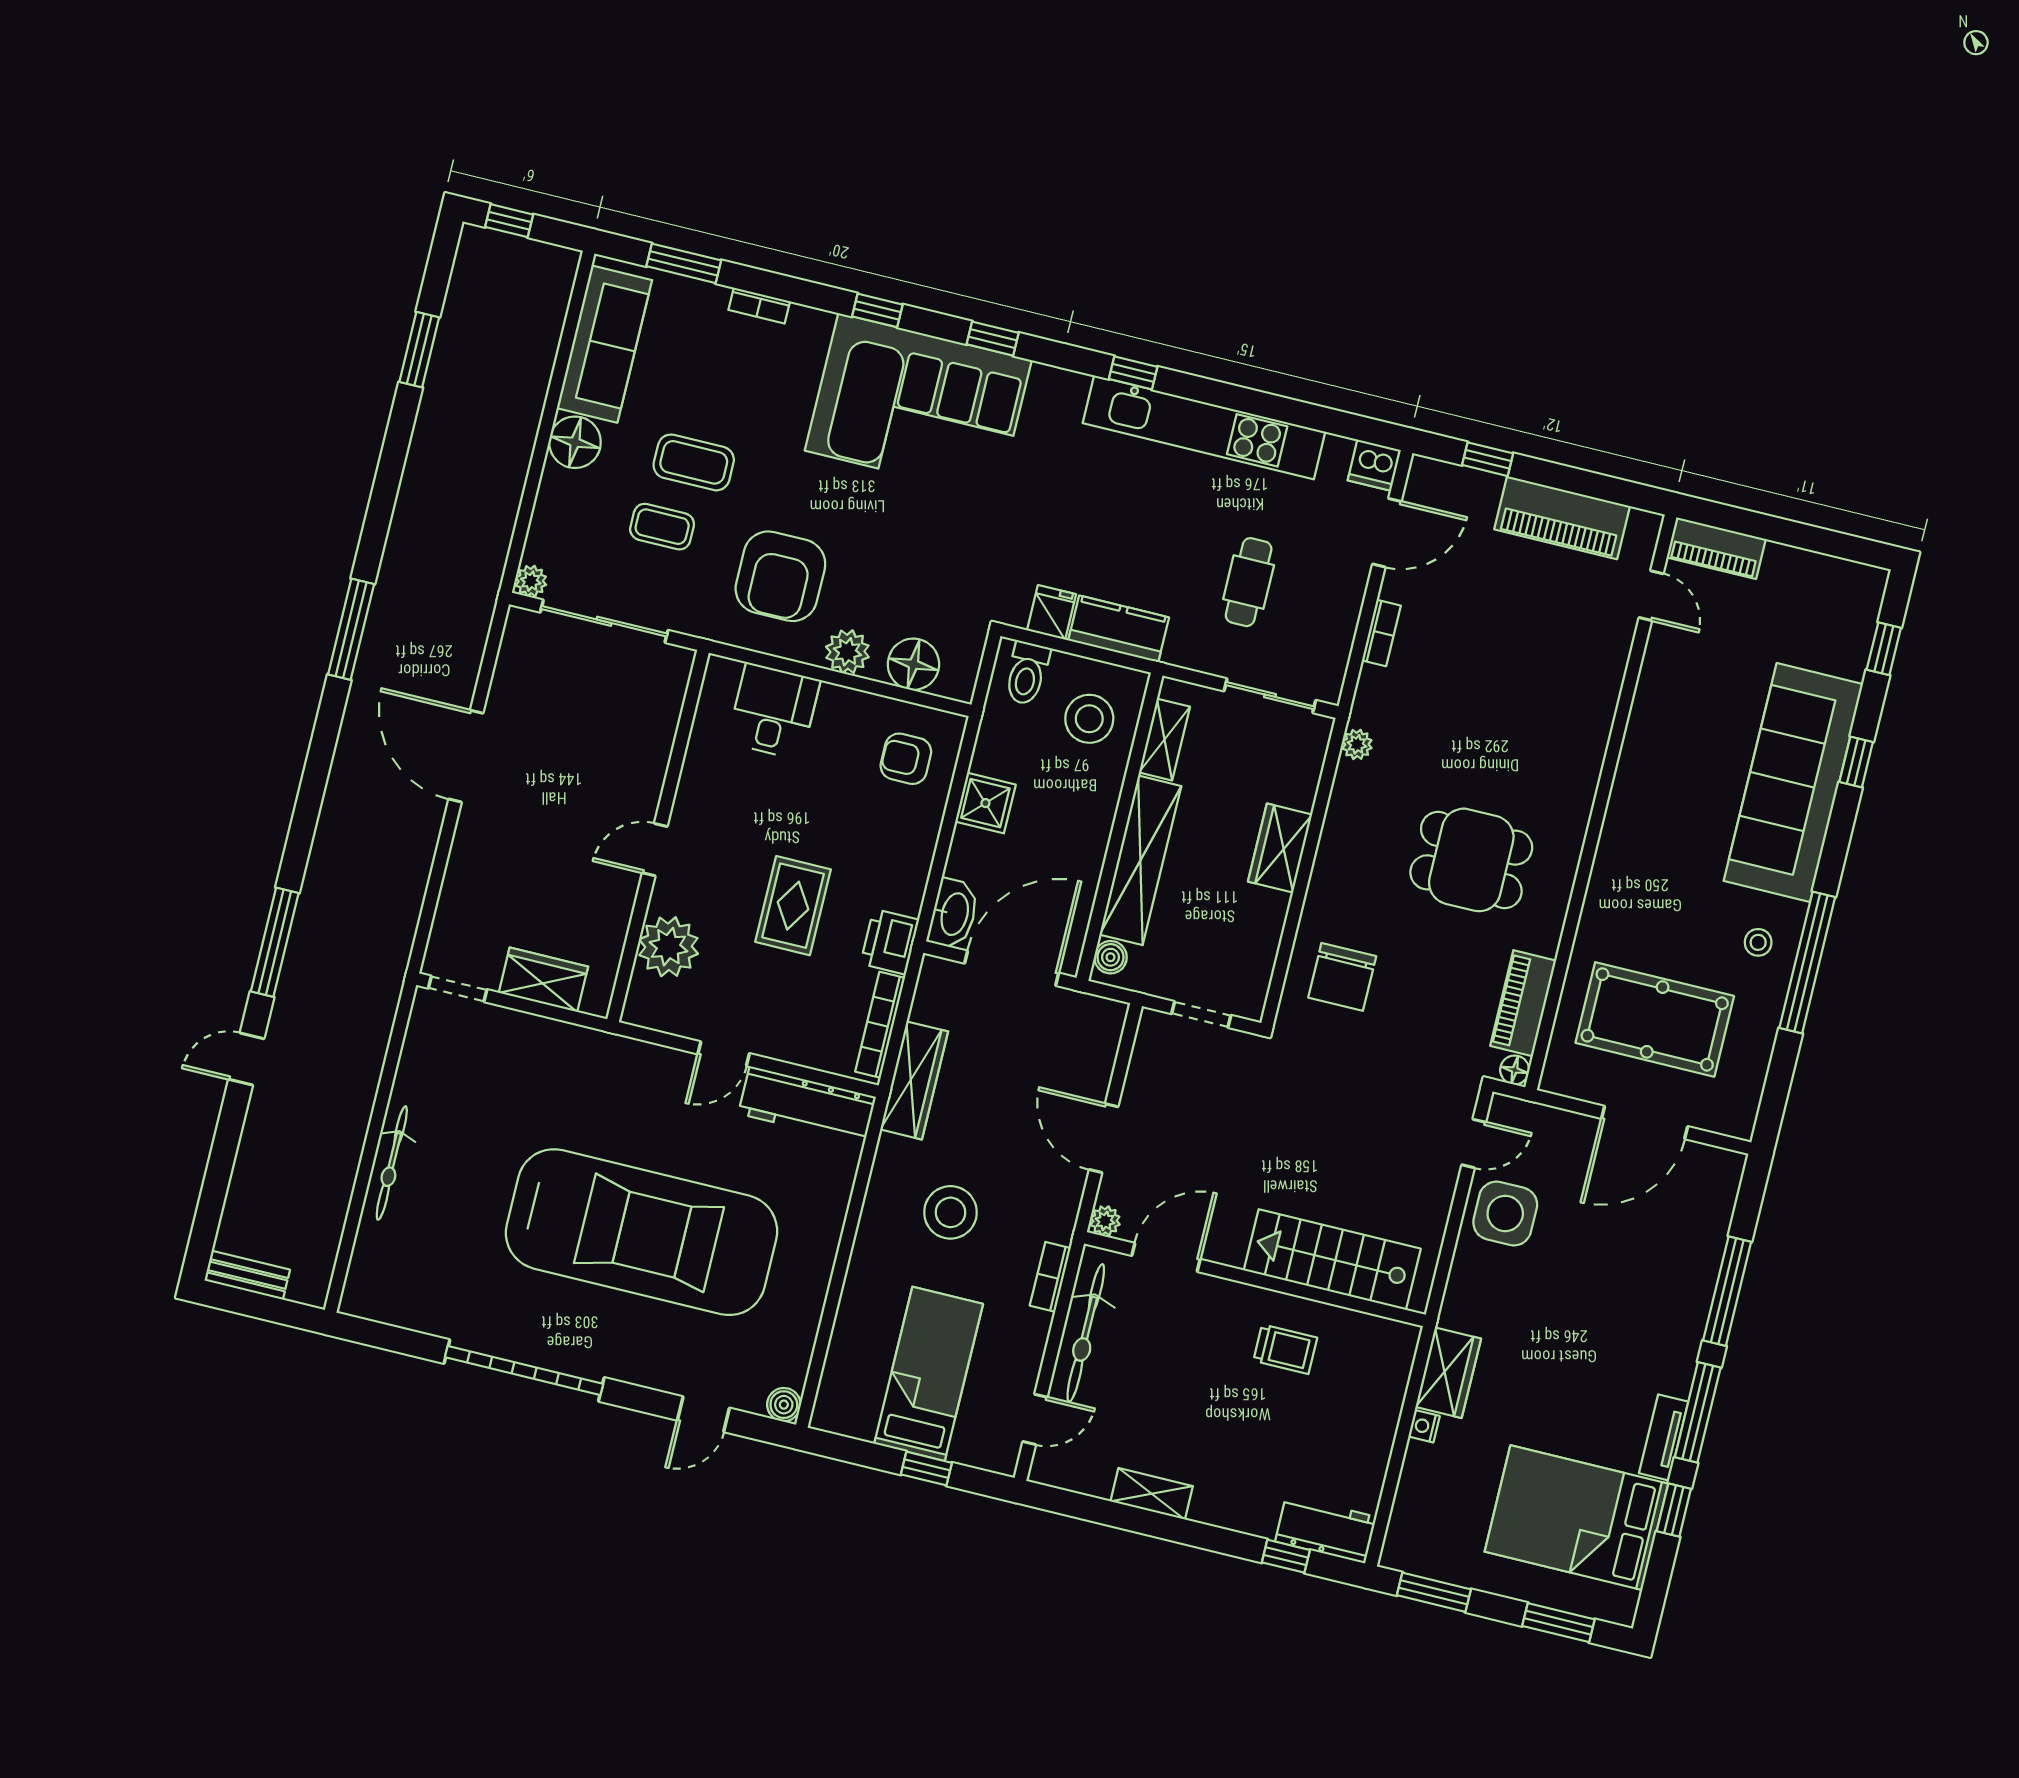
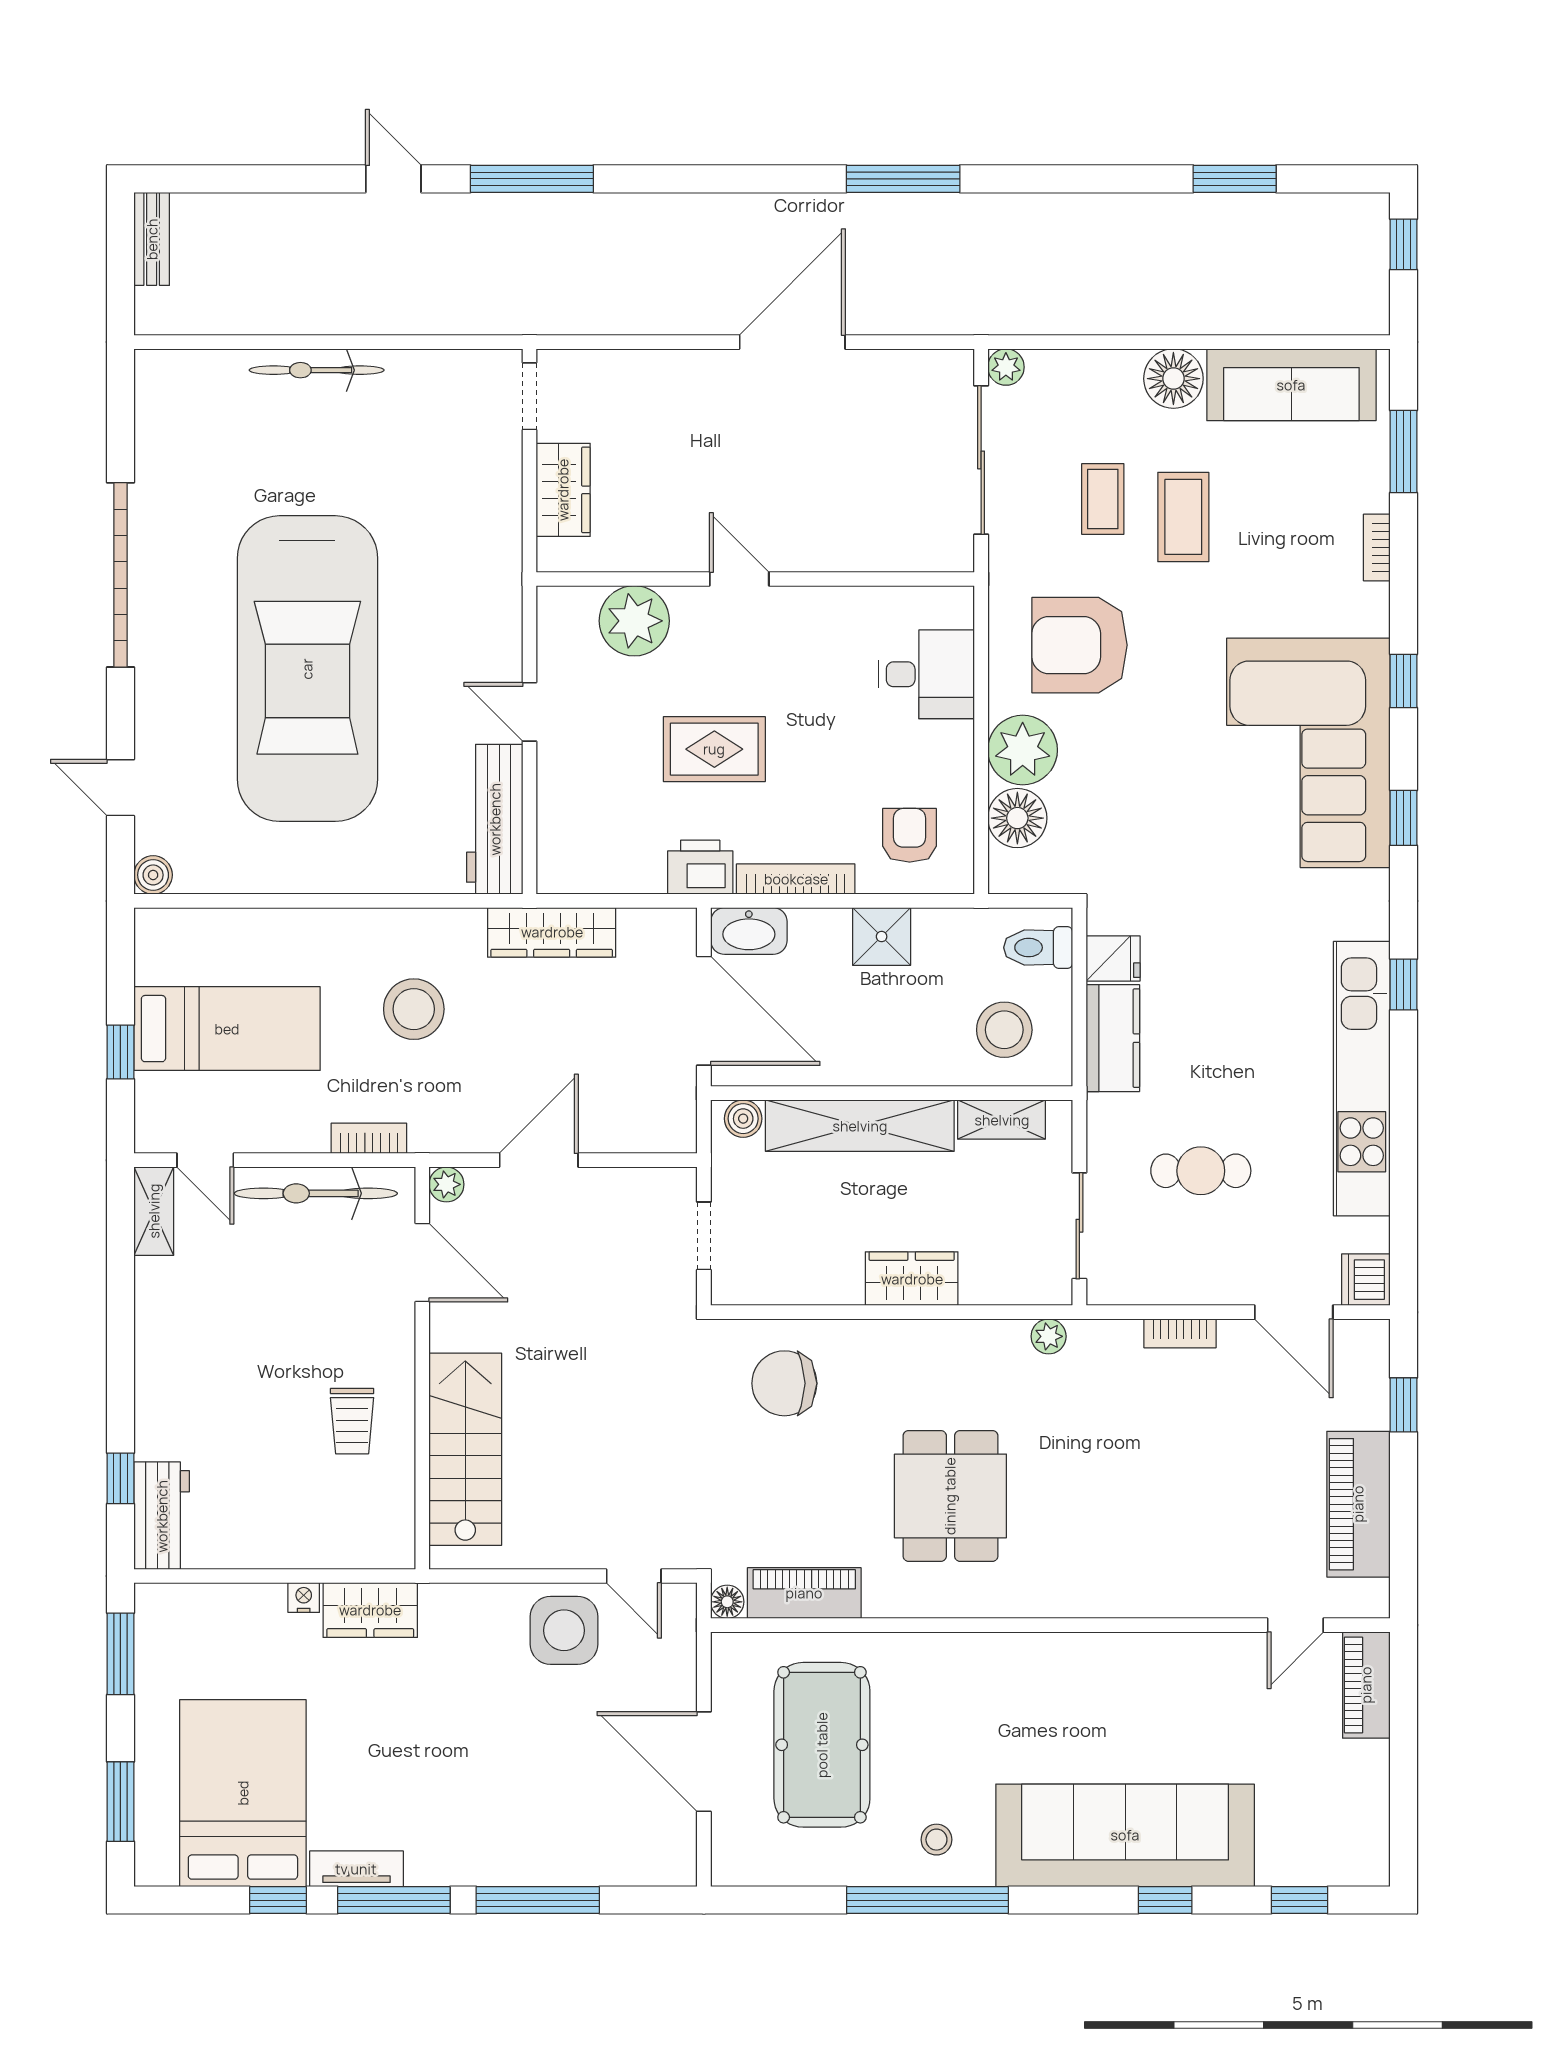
plant: (847, 652) -> (1023, 750), width x1.36, depth x1.36
bookcase: (880, 1025) -> (796, 879), moved
shelving: (1152, 1494) -> (154, 1211), moved

